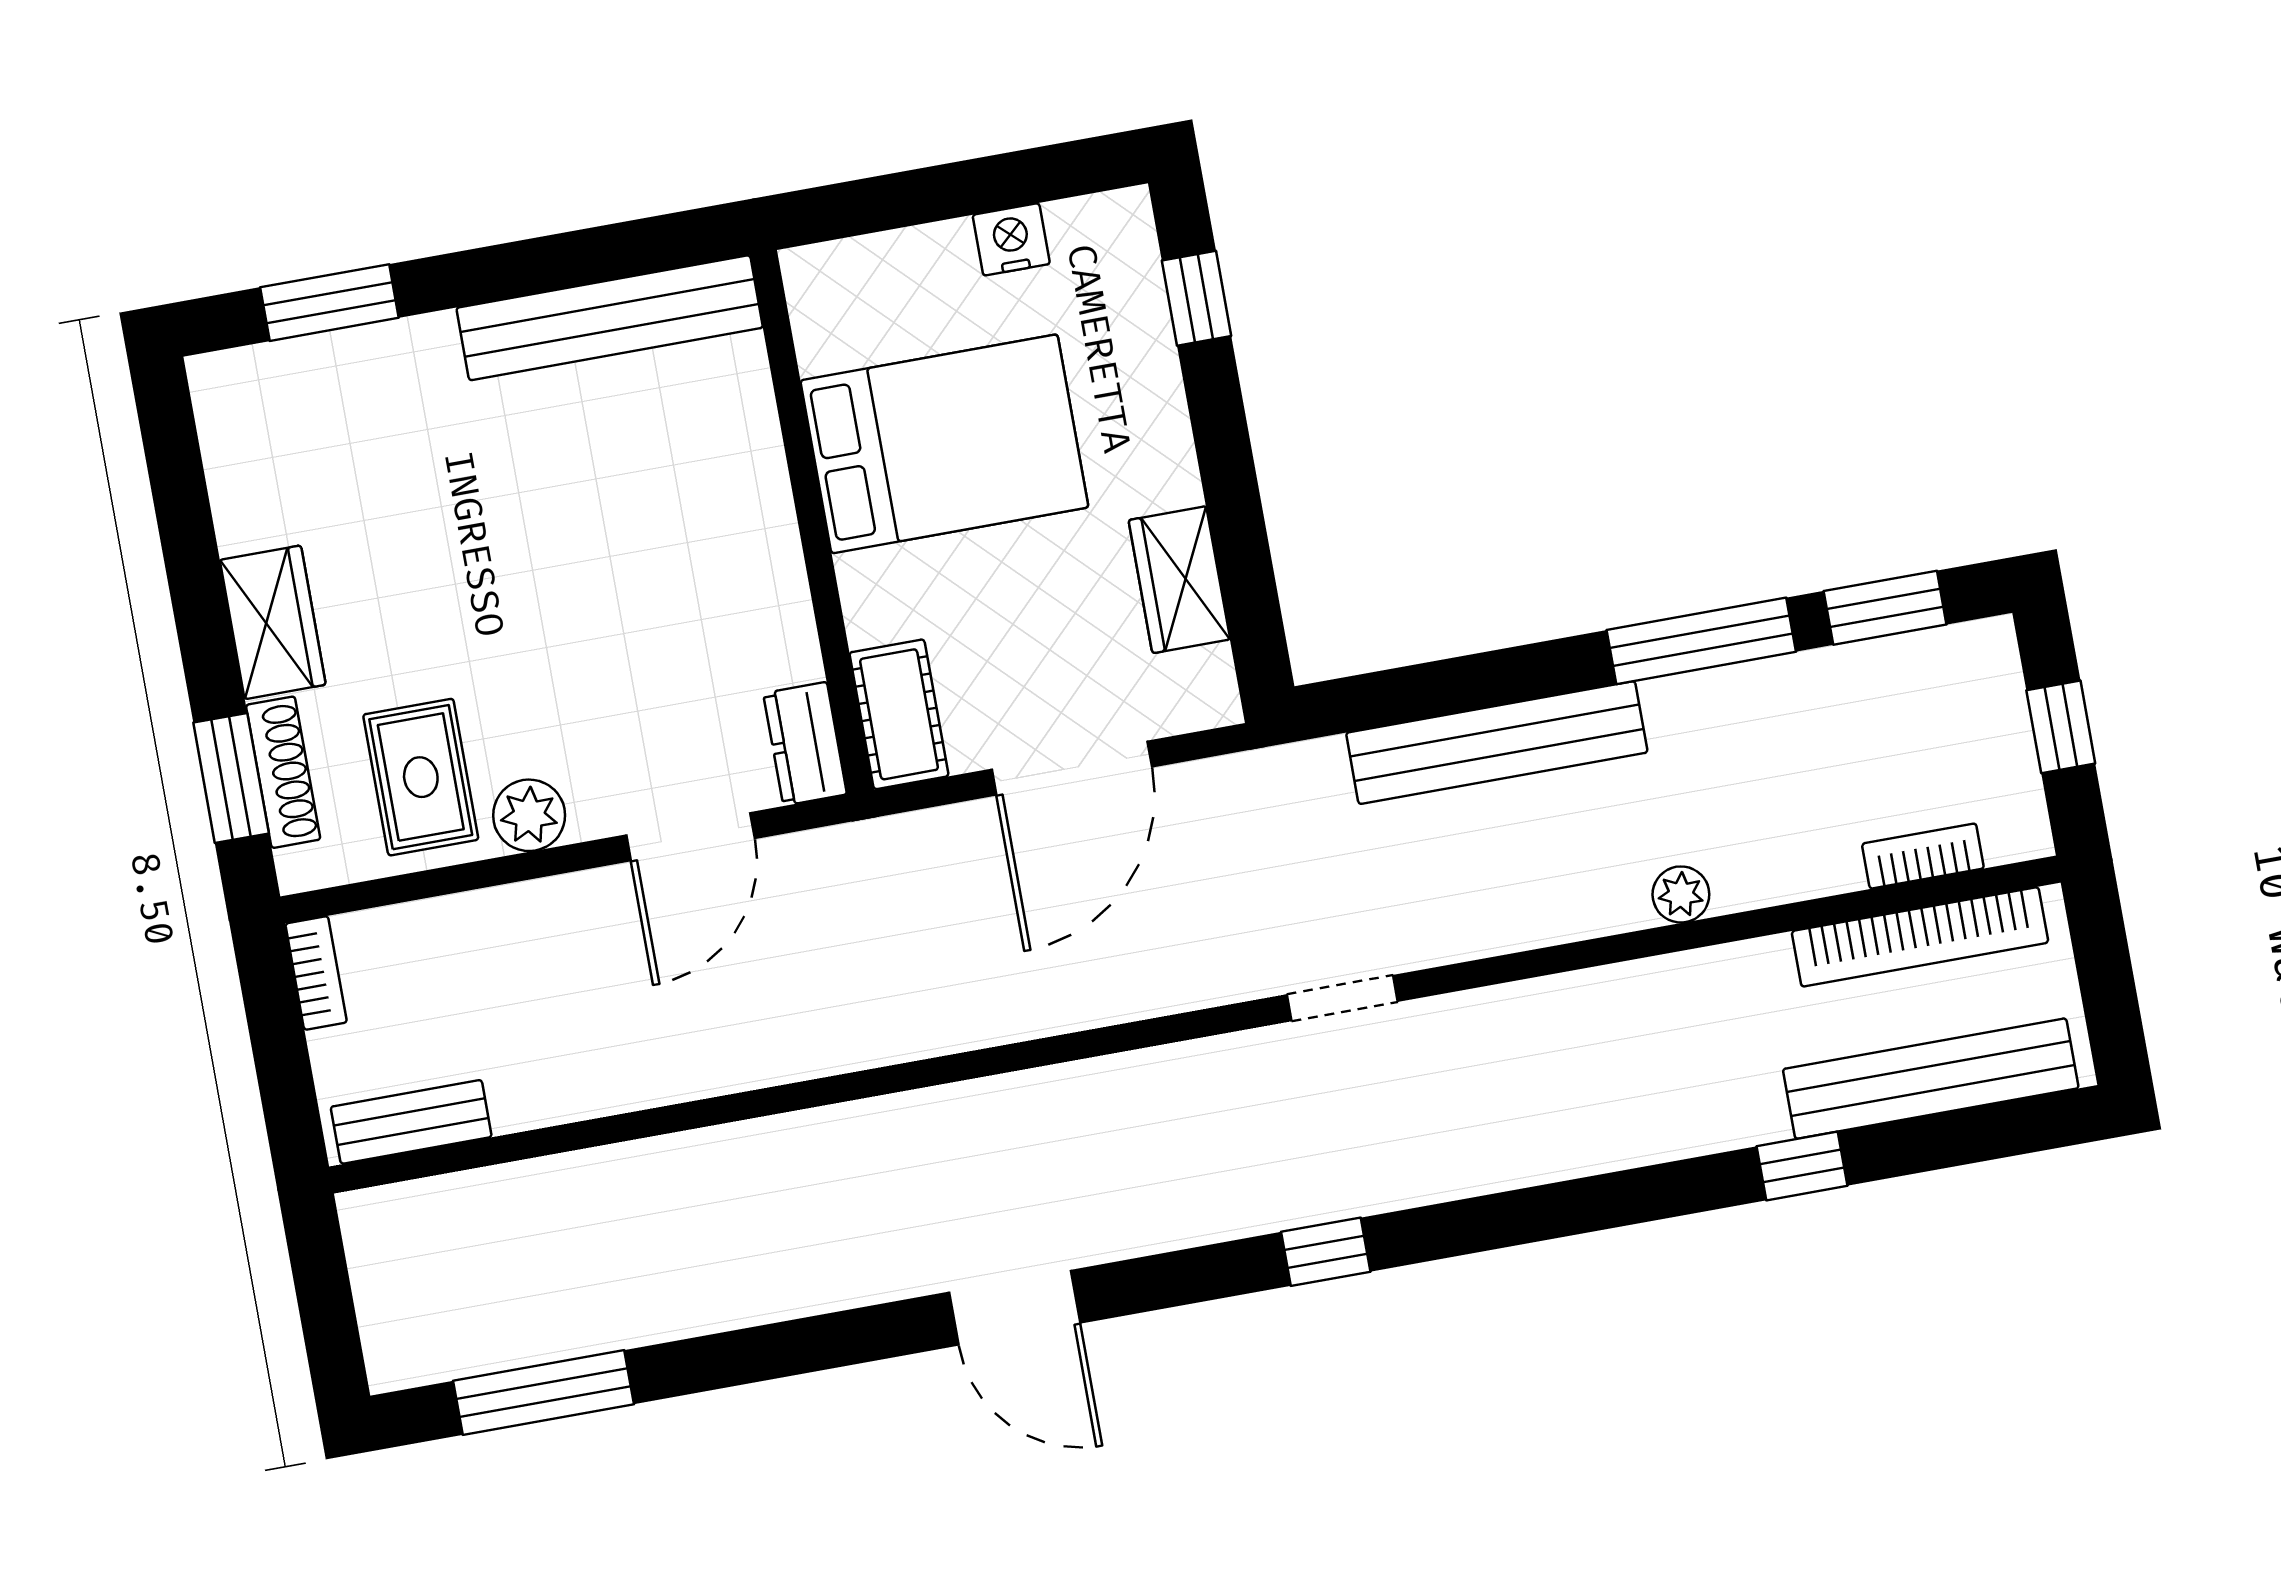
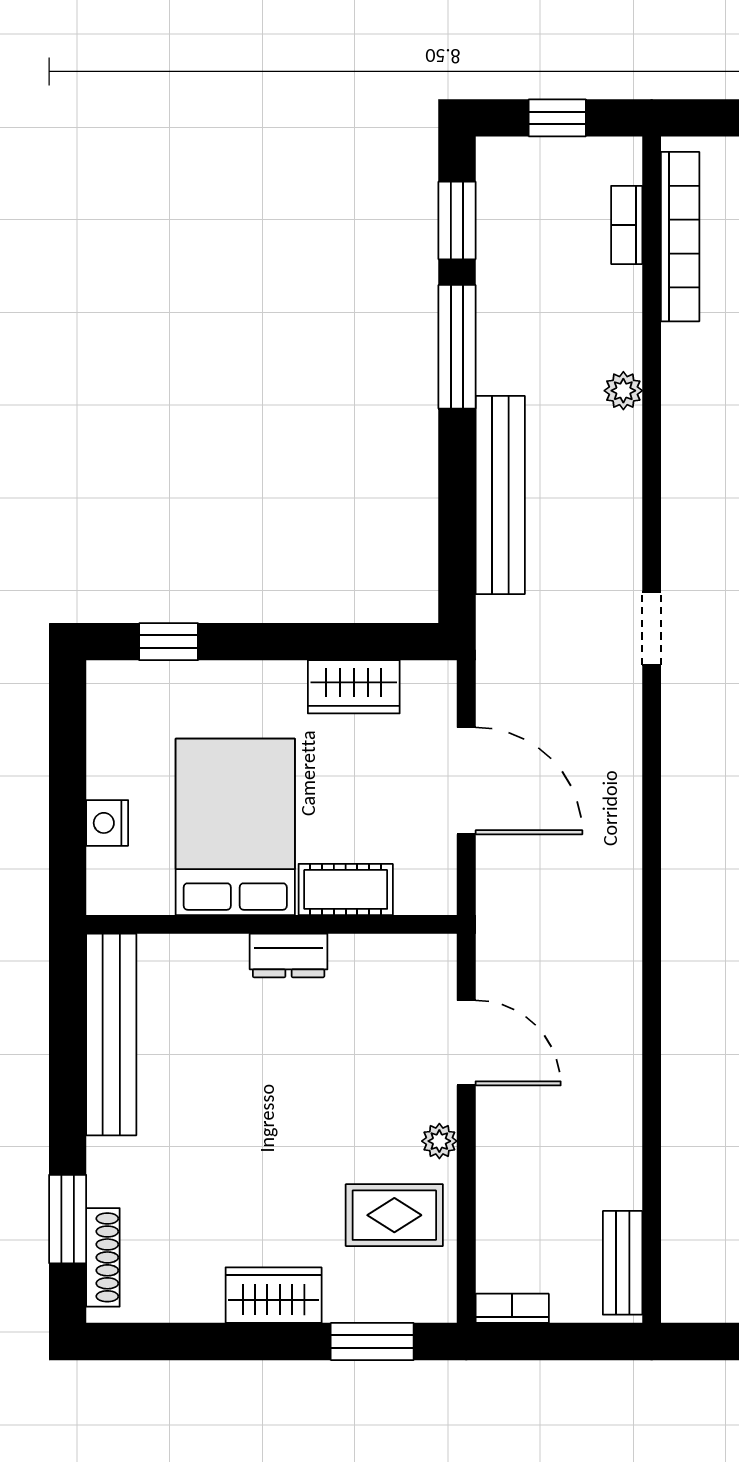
nightstand: (1011, 239) -> (107, 823), moved
cot: (899, 714) -> (346, 889), moved
dresser: (805, 744) -> (289, 955), moved
shoe rack: (283, 772) -> (103, 1257), moved, turned 90
plant: (529, 815) -> (439, 1141), width x0.73, depth x0.73

